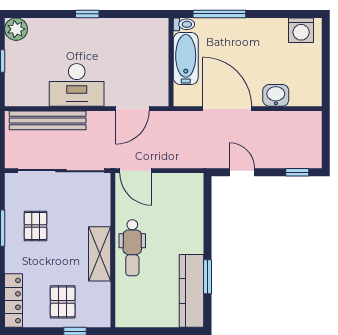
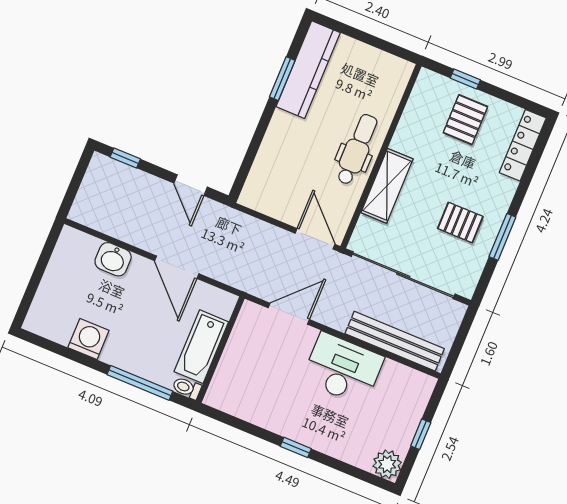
washing machine: (301, 30) -> (88, 339), moved
door: (227, 109) -> (177, 267), width x0.73
pallet: (36, 226) -> (460, 222), turned 90
shelving: (100, 254) -> (387, 186), moved

